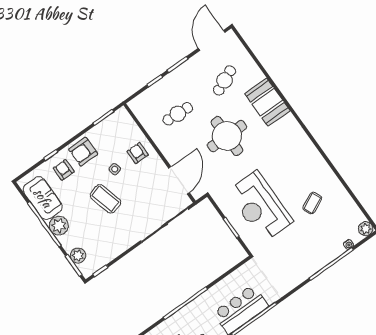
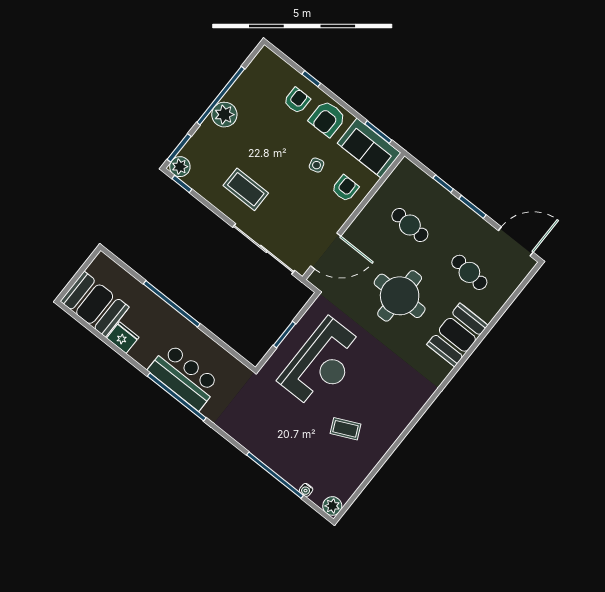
cafe table: (224, 80) -> (469, 272), turned 30
armchair: (83, 152) -> (327, 119), turned -90
sofa: (43, 198) -> (369, 148), moved, turned 90
coffee table: (105, 199) -> (246, 189), moved, turned -75
reception desk: (260, 206) -> (322, 363), turned 180
plant: (78, 256) -> (180, 167), moved

